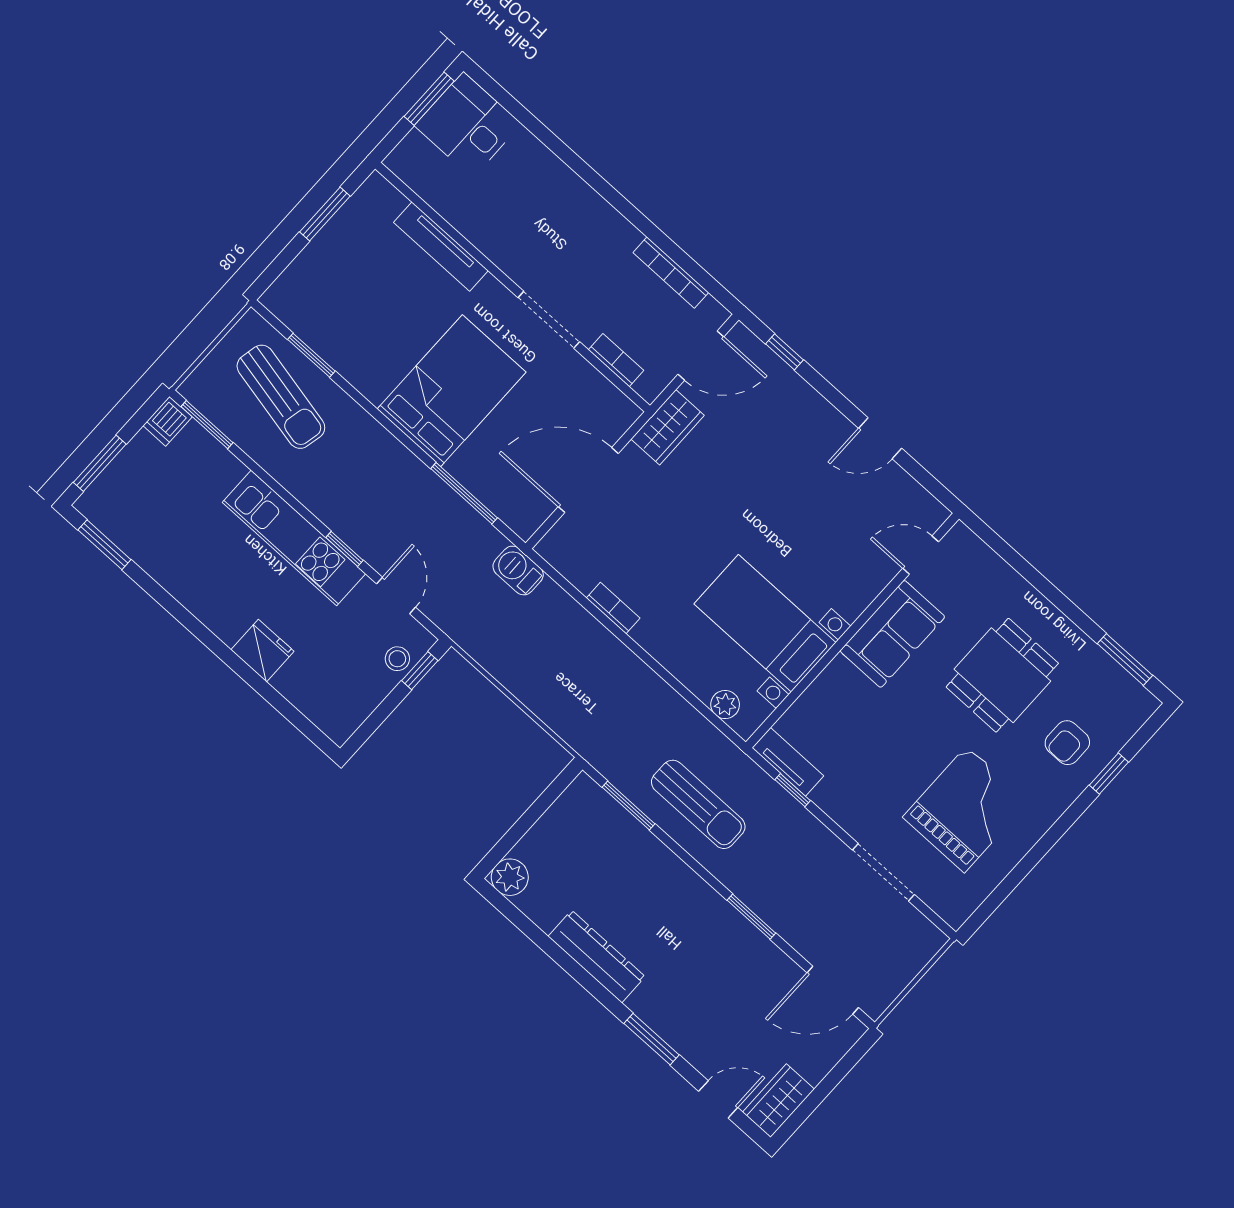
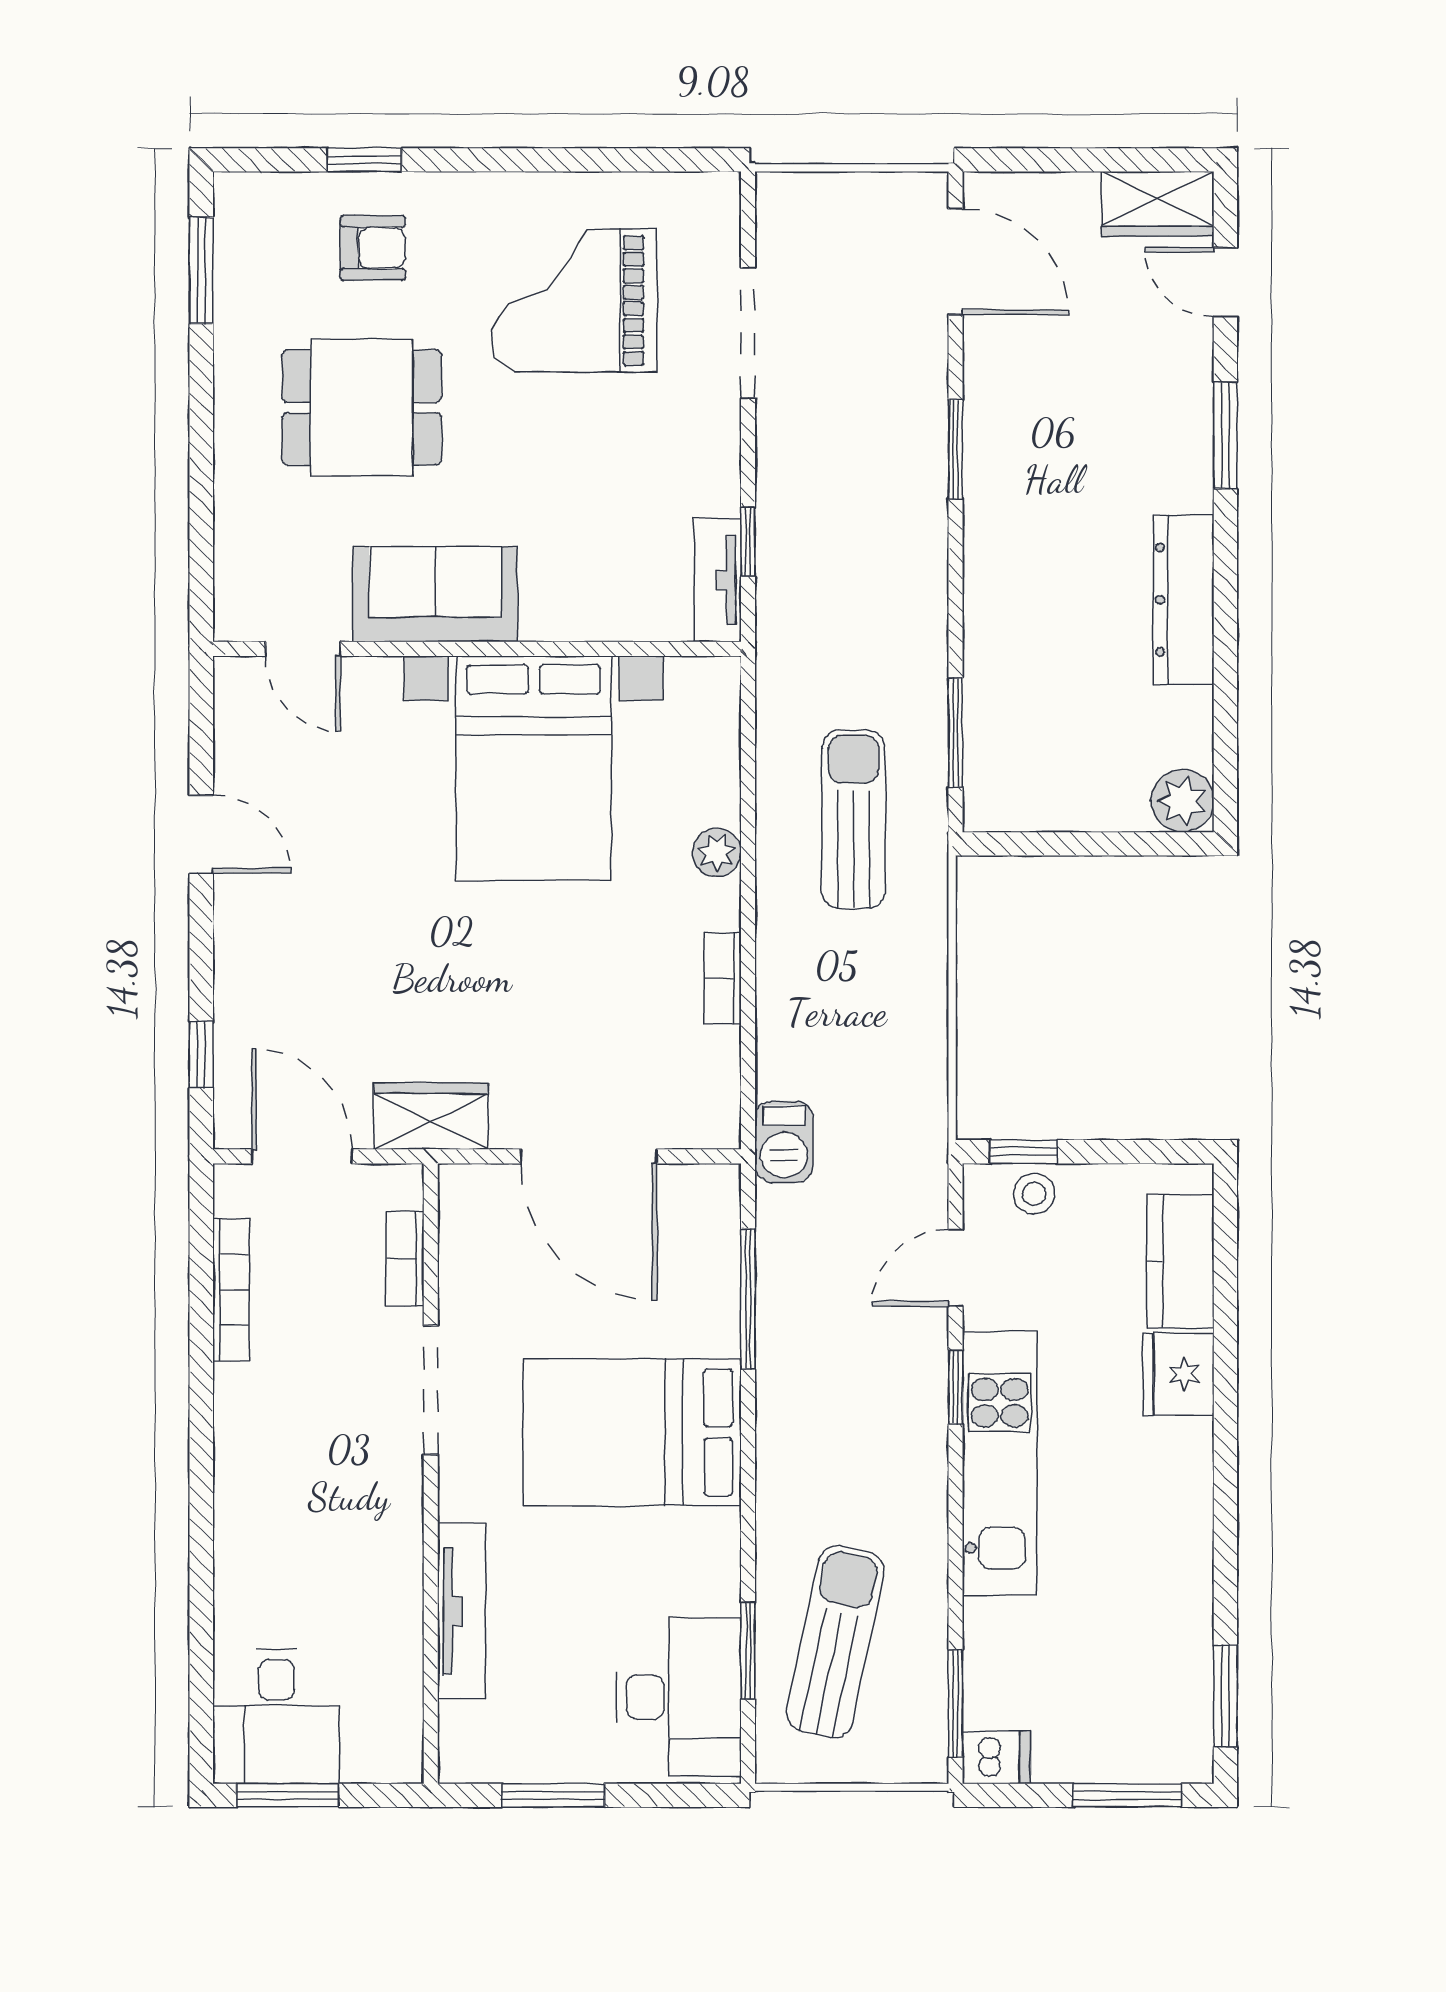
desk: (318, 307) -> (679, 1697), added
bed with nightstands: (765, 623) -> (534, 768), width x1.36
kitchen counter: (311, 696) -> (1180, 1261), added
plant: (725, 705) -> (717, 852), moved
sun lounger: (698, 804) -> (853, 819), moved

